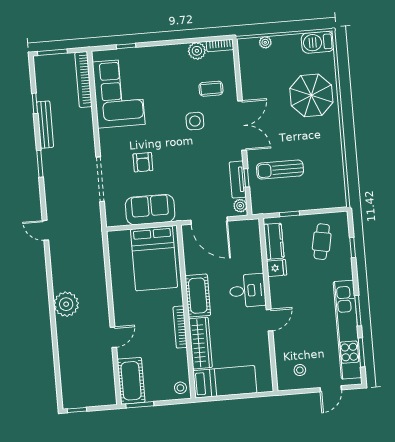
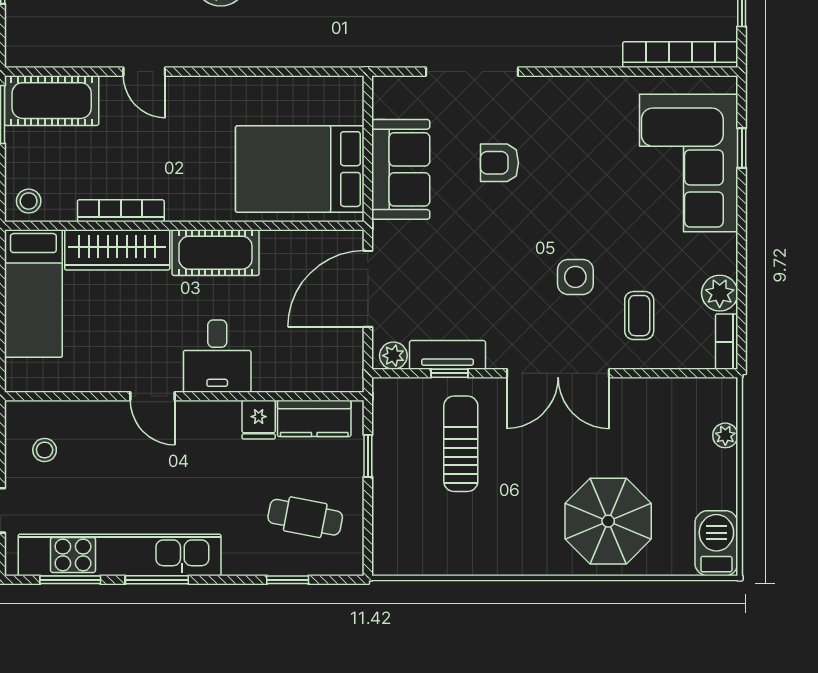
corner sofa: (119, 93) -> (689, 163), moved, turned 90
bookcase: (180, 327) -> (121, 211), moved

